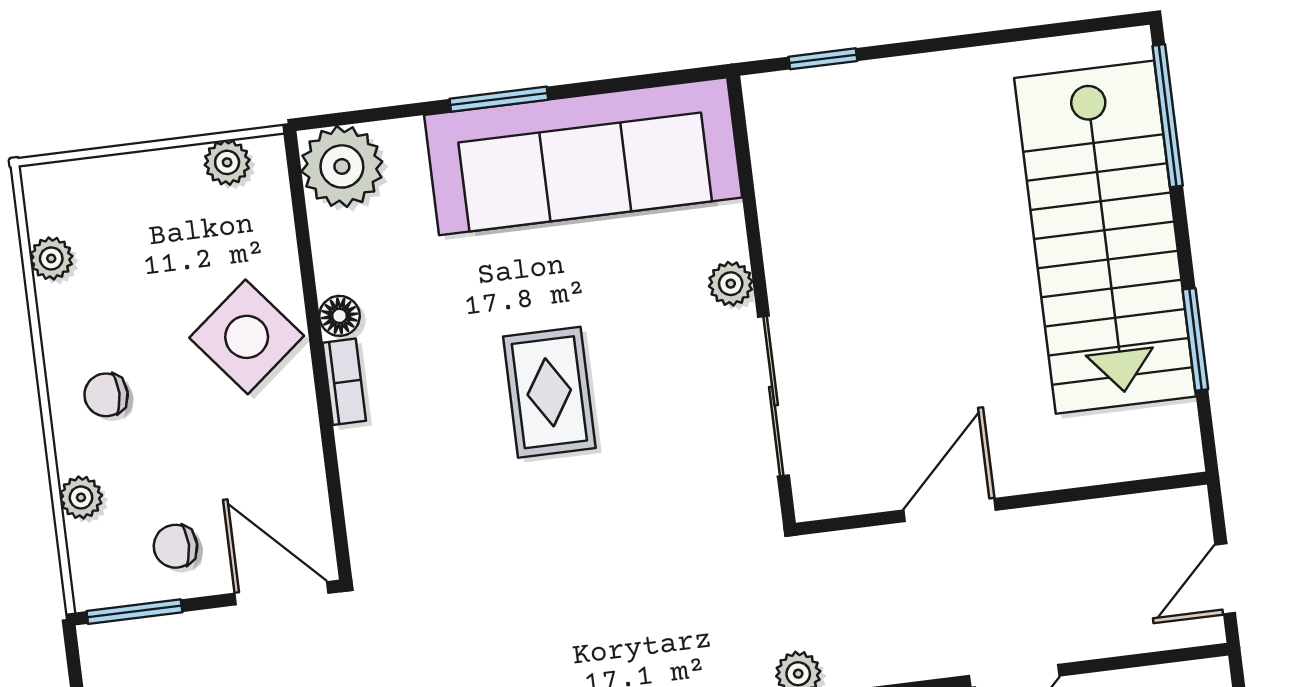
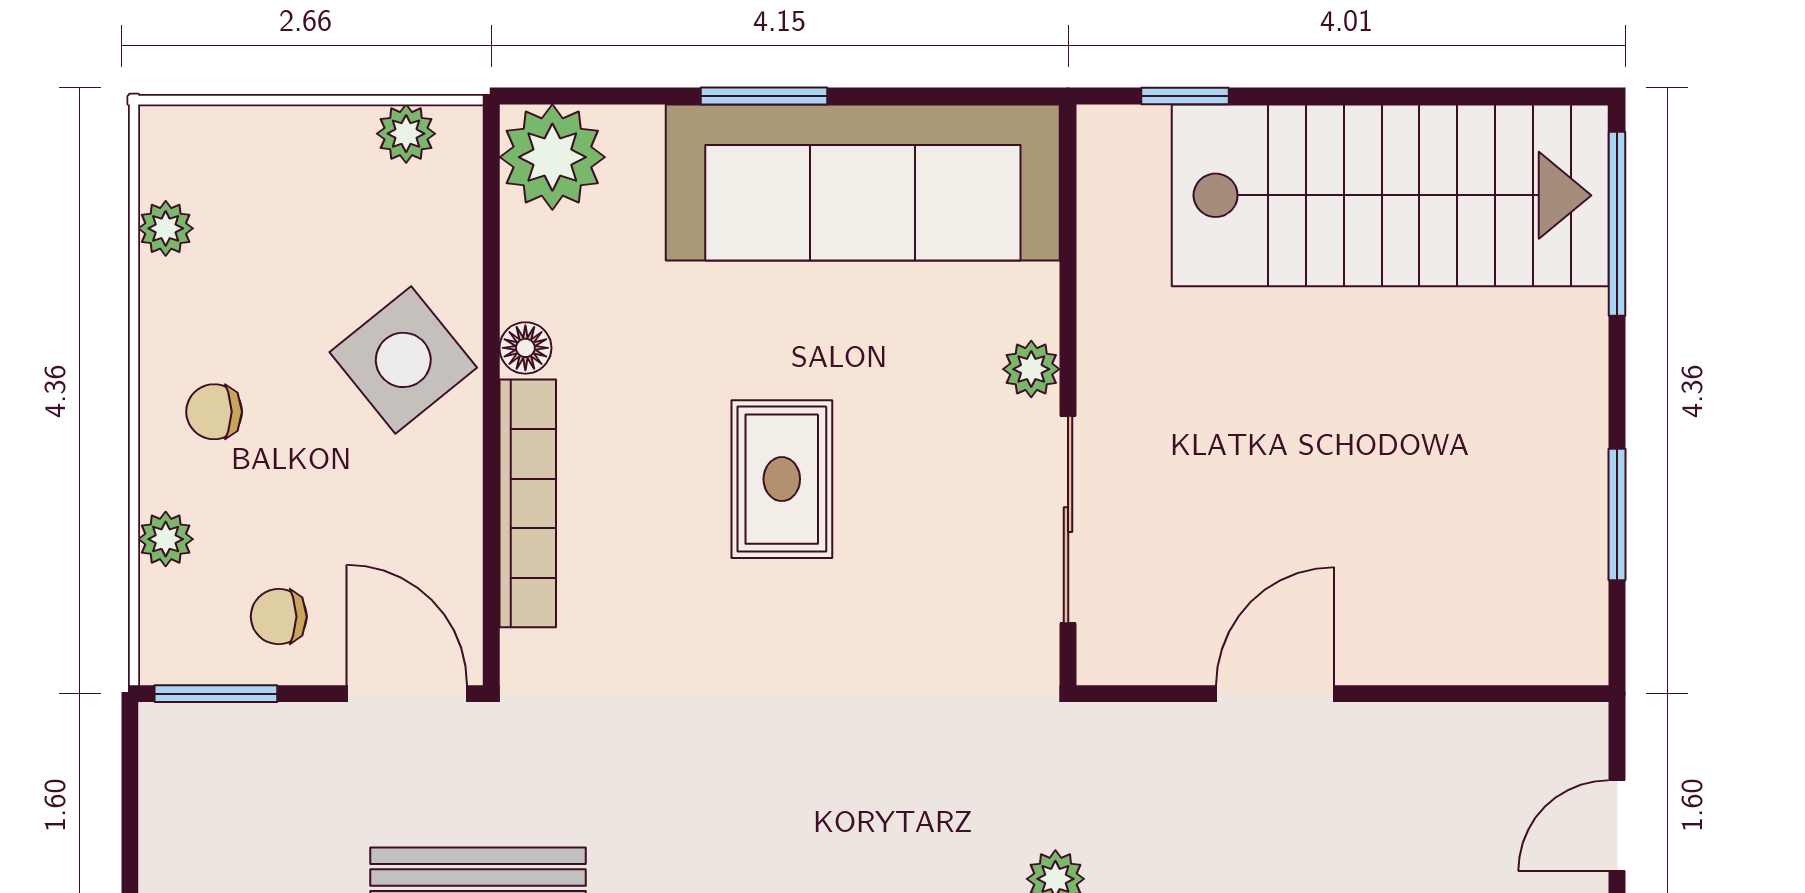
stairs: (1105, 237) -> (1390, 195), moved, turned -90
bookcase: (344, 382) -> (528, 503), width x2.31, depth x1.31

